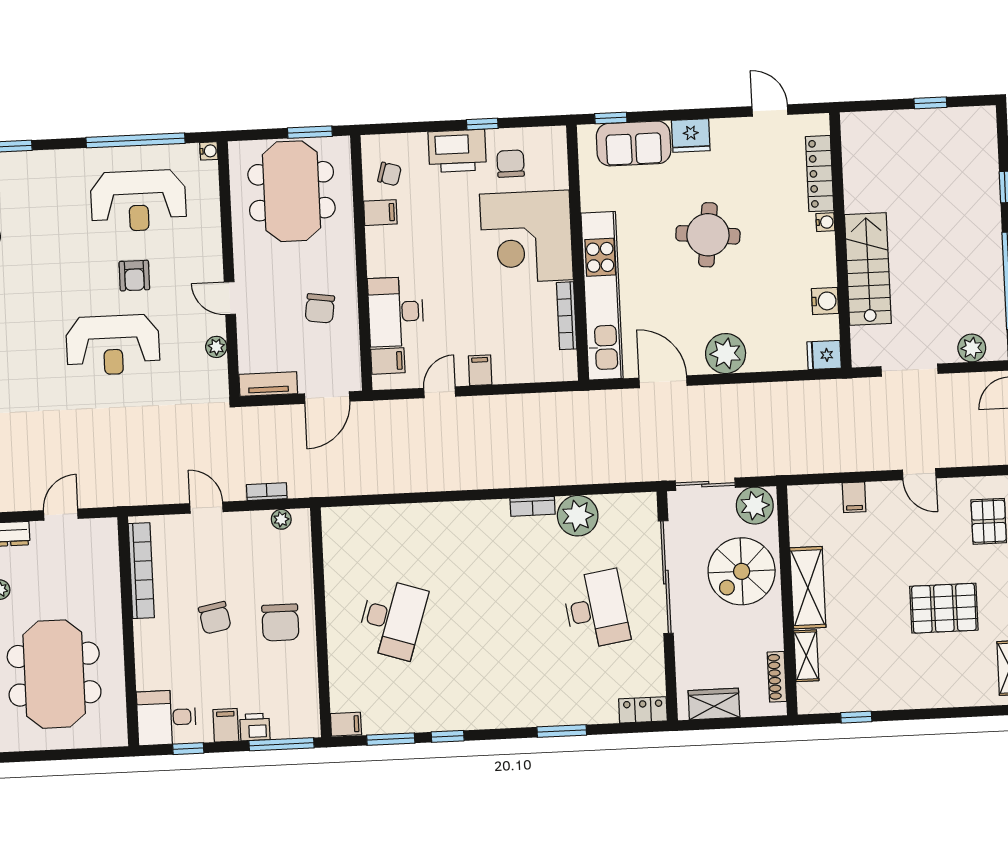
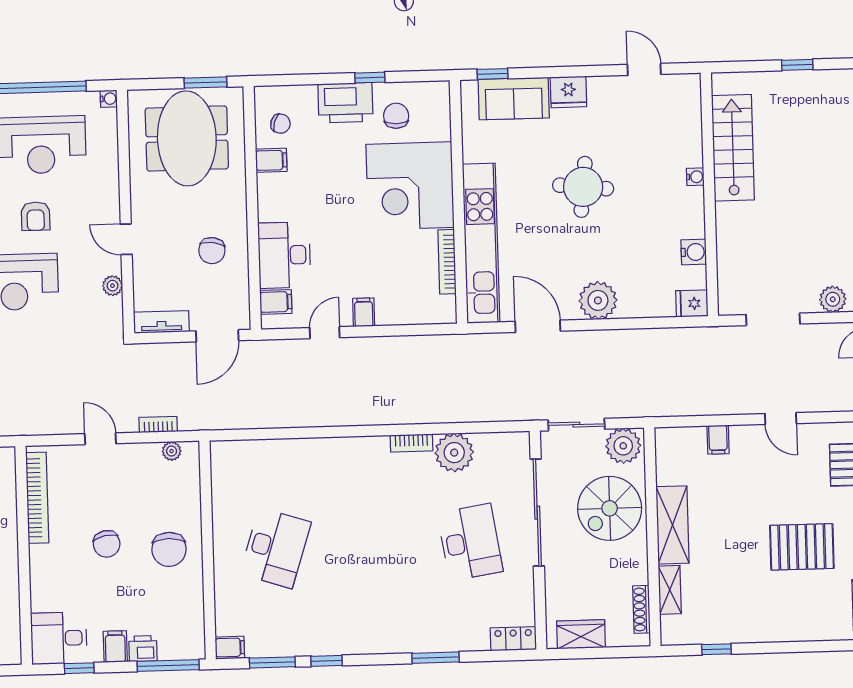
locker: (820, 174) -> (691, 130), removed
stairs: (868, 269) -> (733, 148), moved

